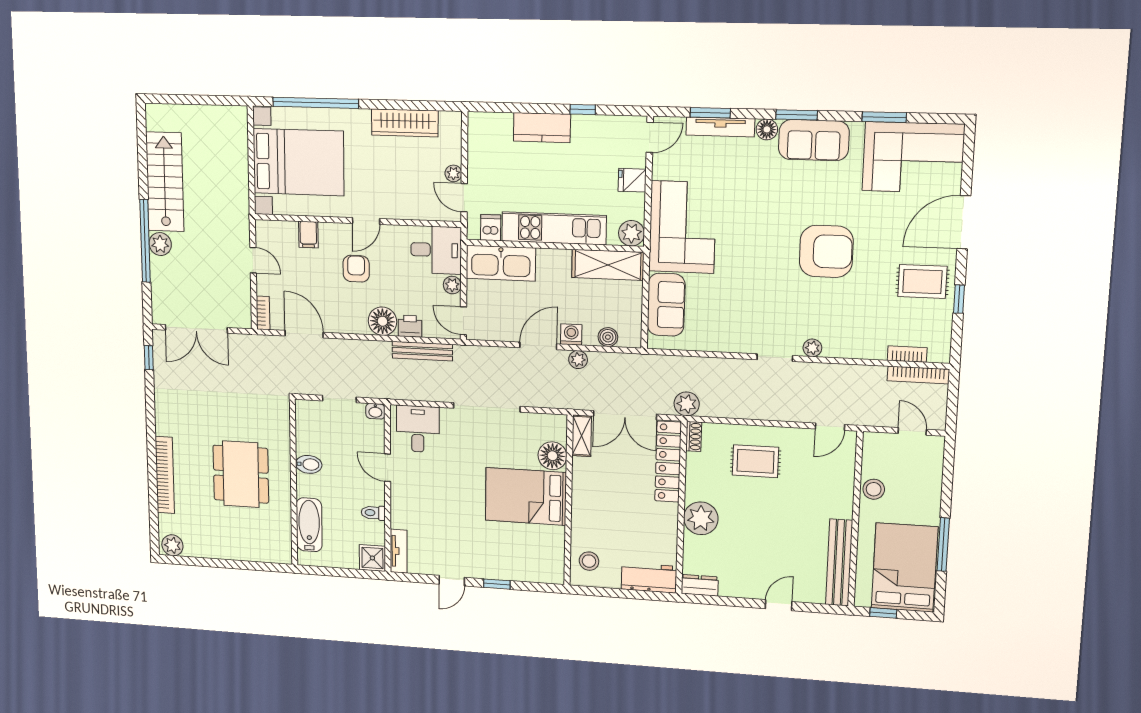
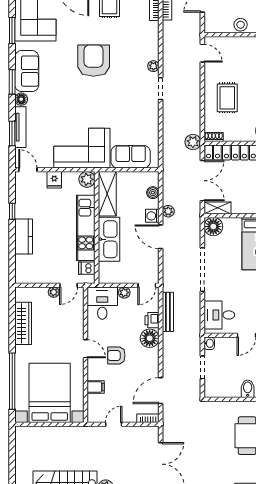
kitchen sink: (501, 263) -> (109, 239), moved
floor lamp: (552, 456) -> (213, 227), moved

